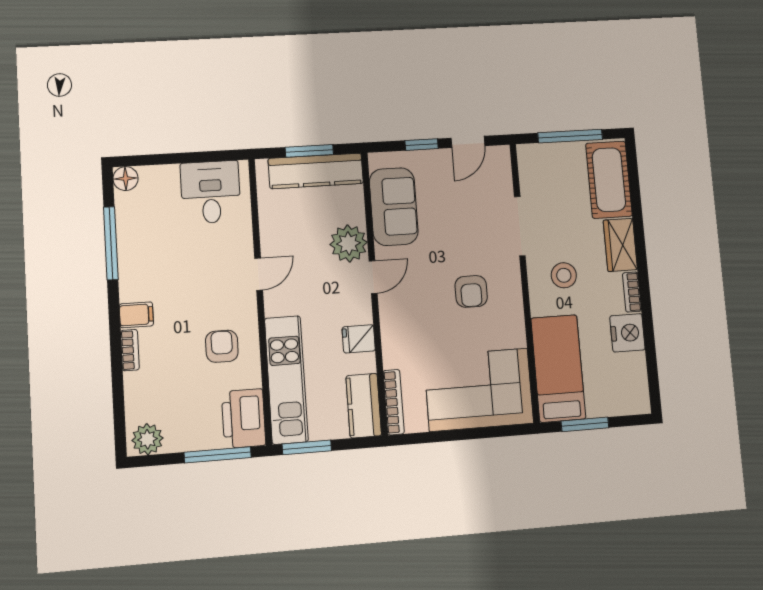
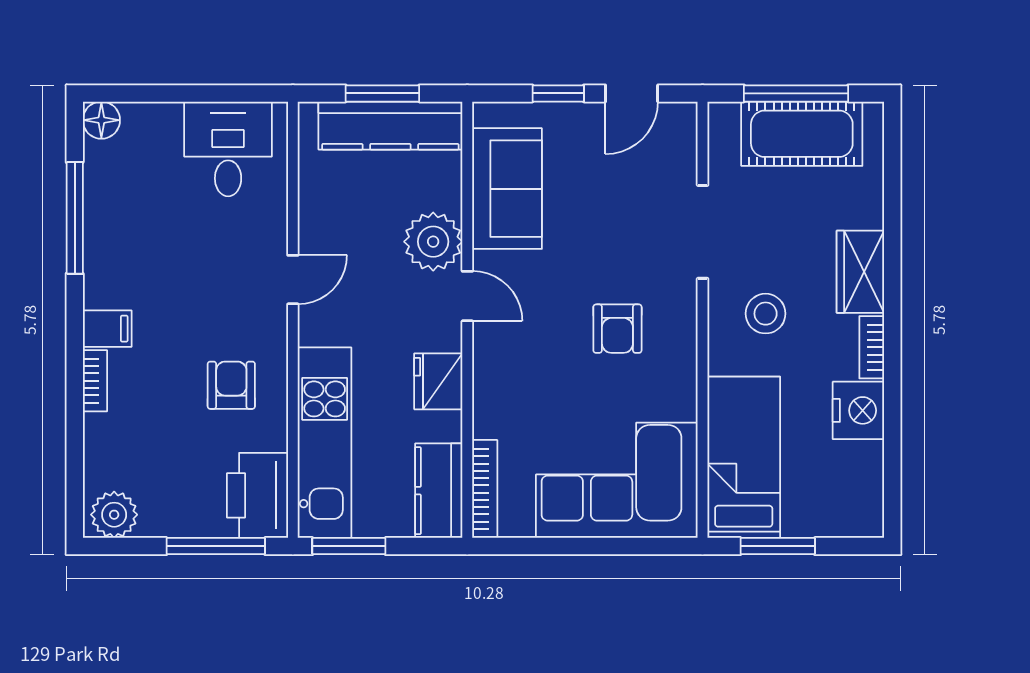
cot: (609, 180) -> (802, 134), moved, turned 90
door: (373, 277) -> (467, 296), hinge flipped
fridge: (359, 339) -> (438, 381), width x1.38

